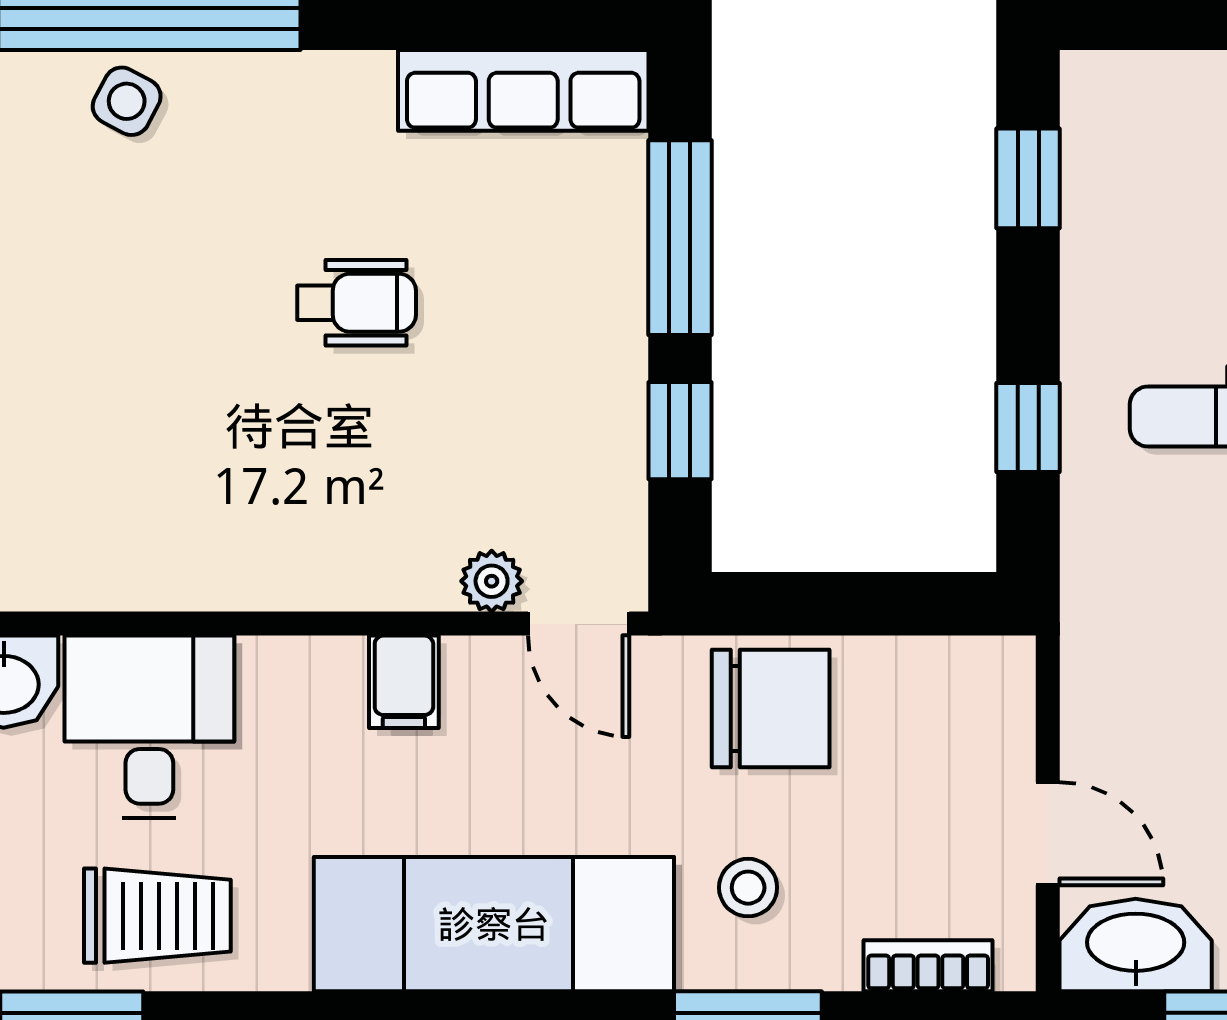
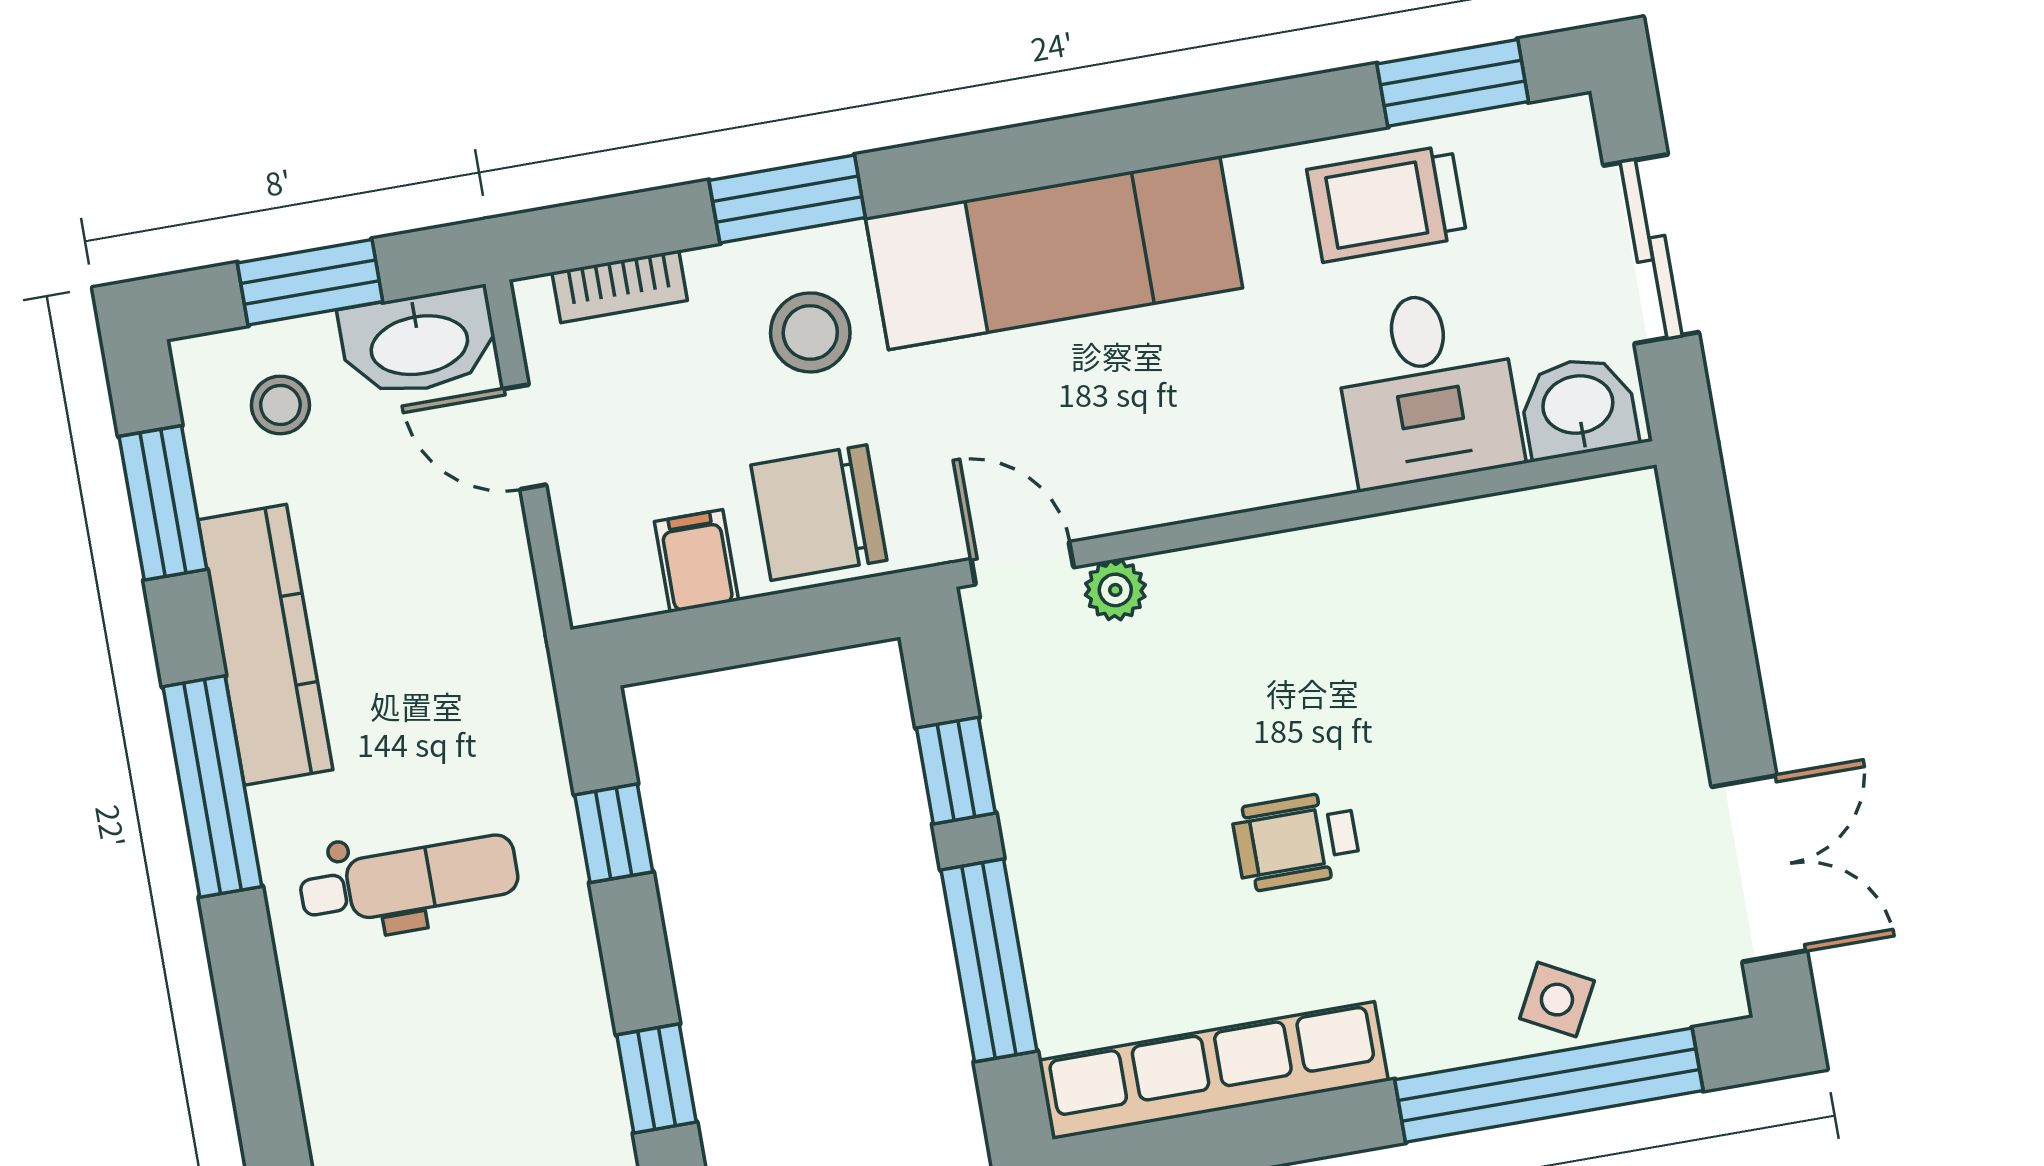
row of seats: (523, 90) -> (1213, 1071), width x1.36
filing cabinet: (404, 682) -> (697, 561), moved
stool: (748, 888) -> (810, 332), width x1.37, depth x1.37

